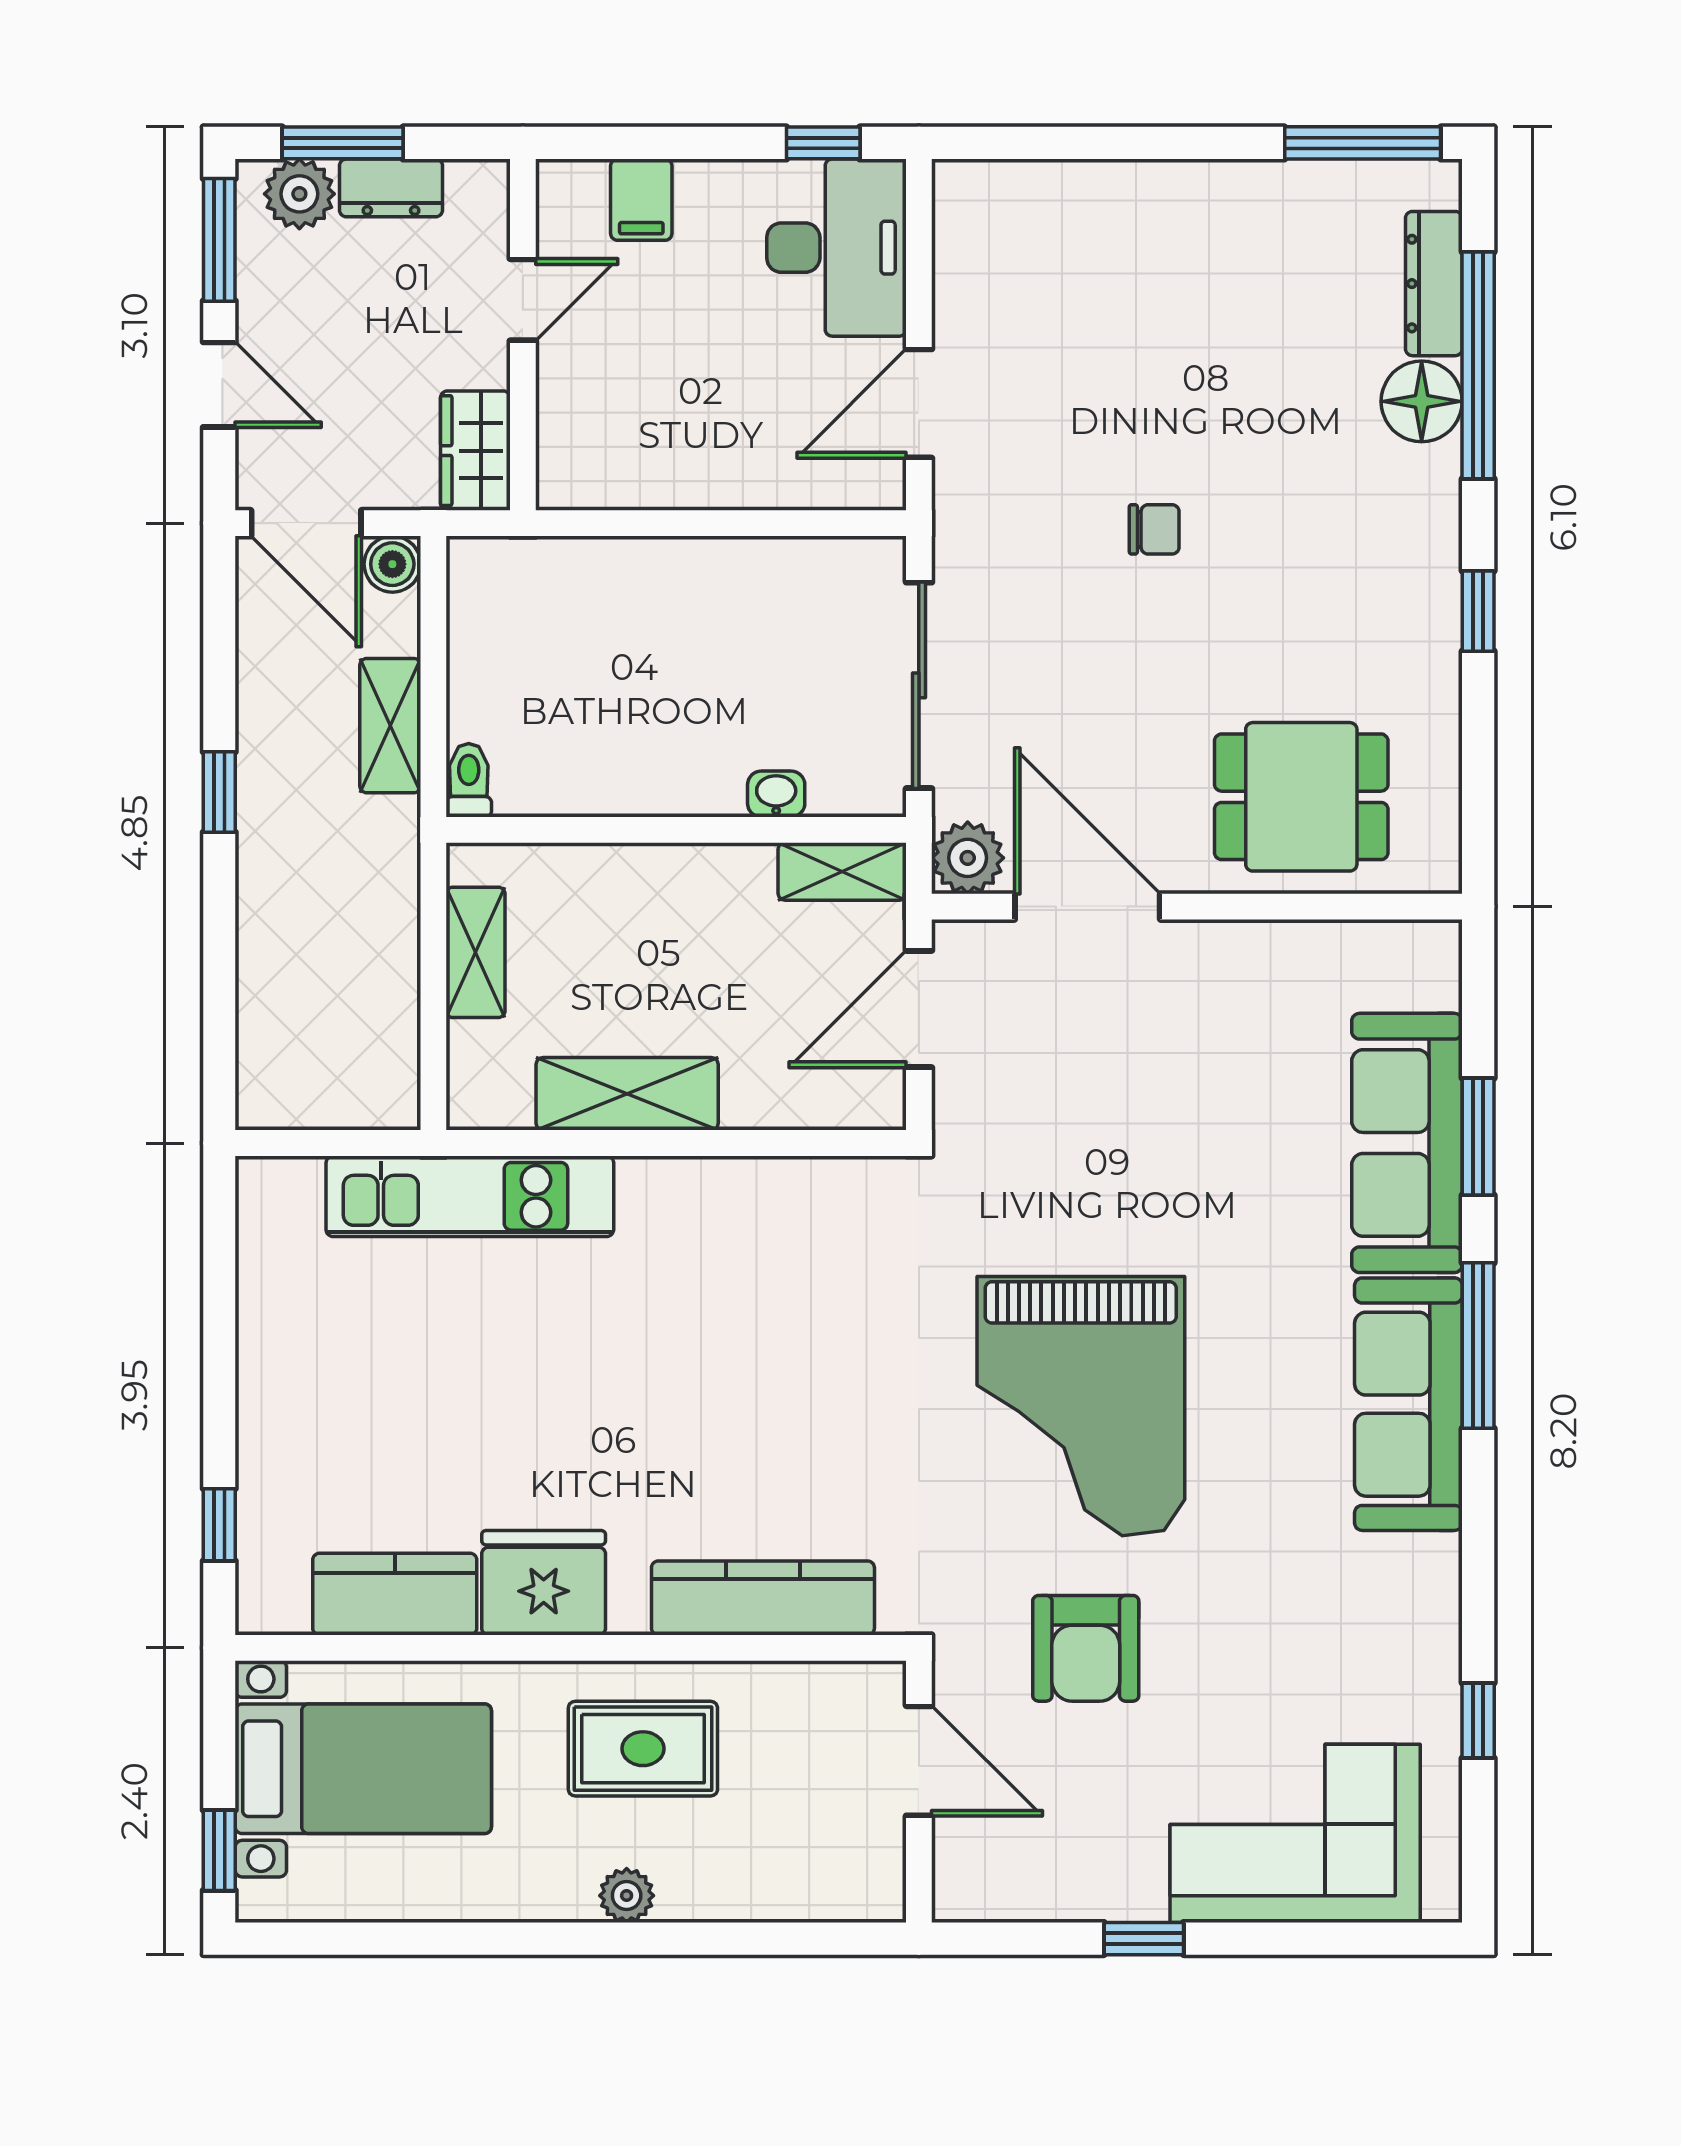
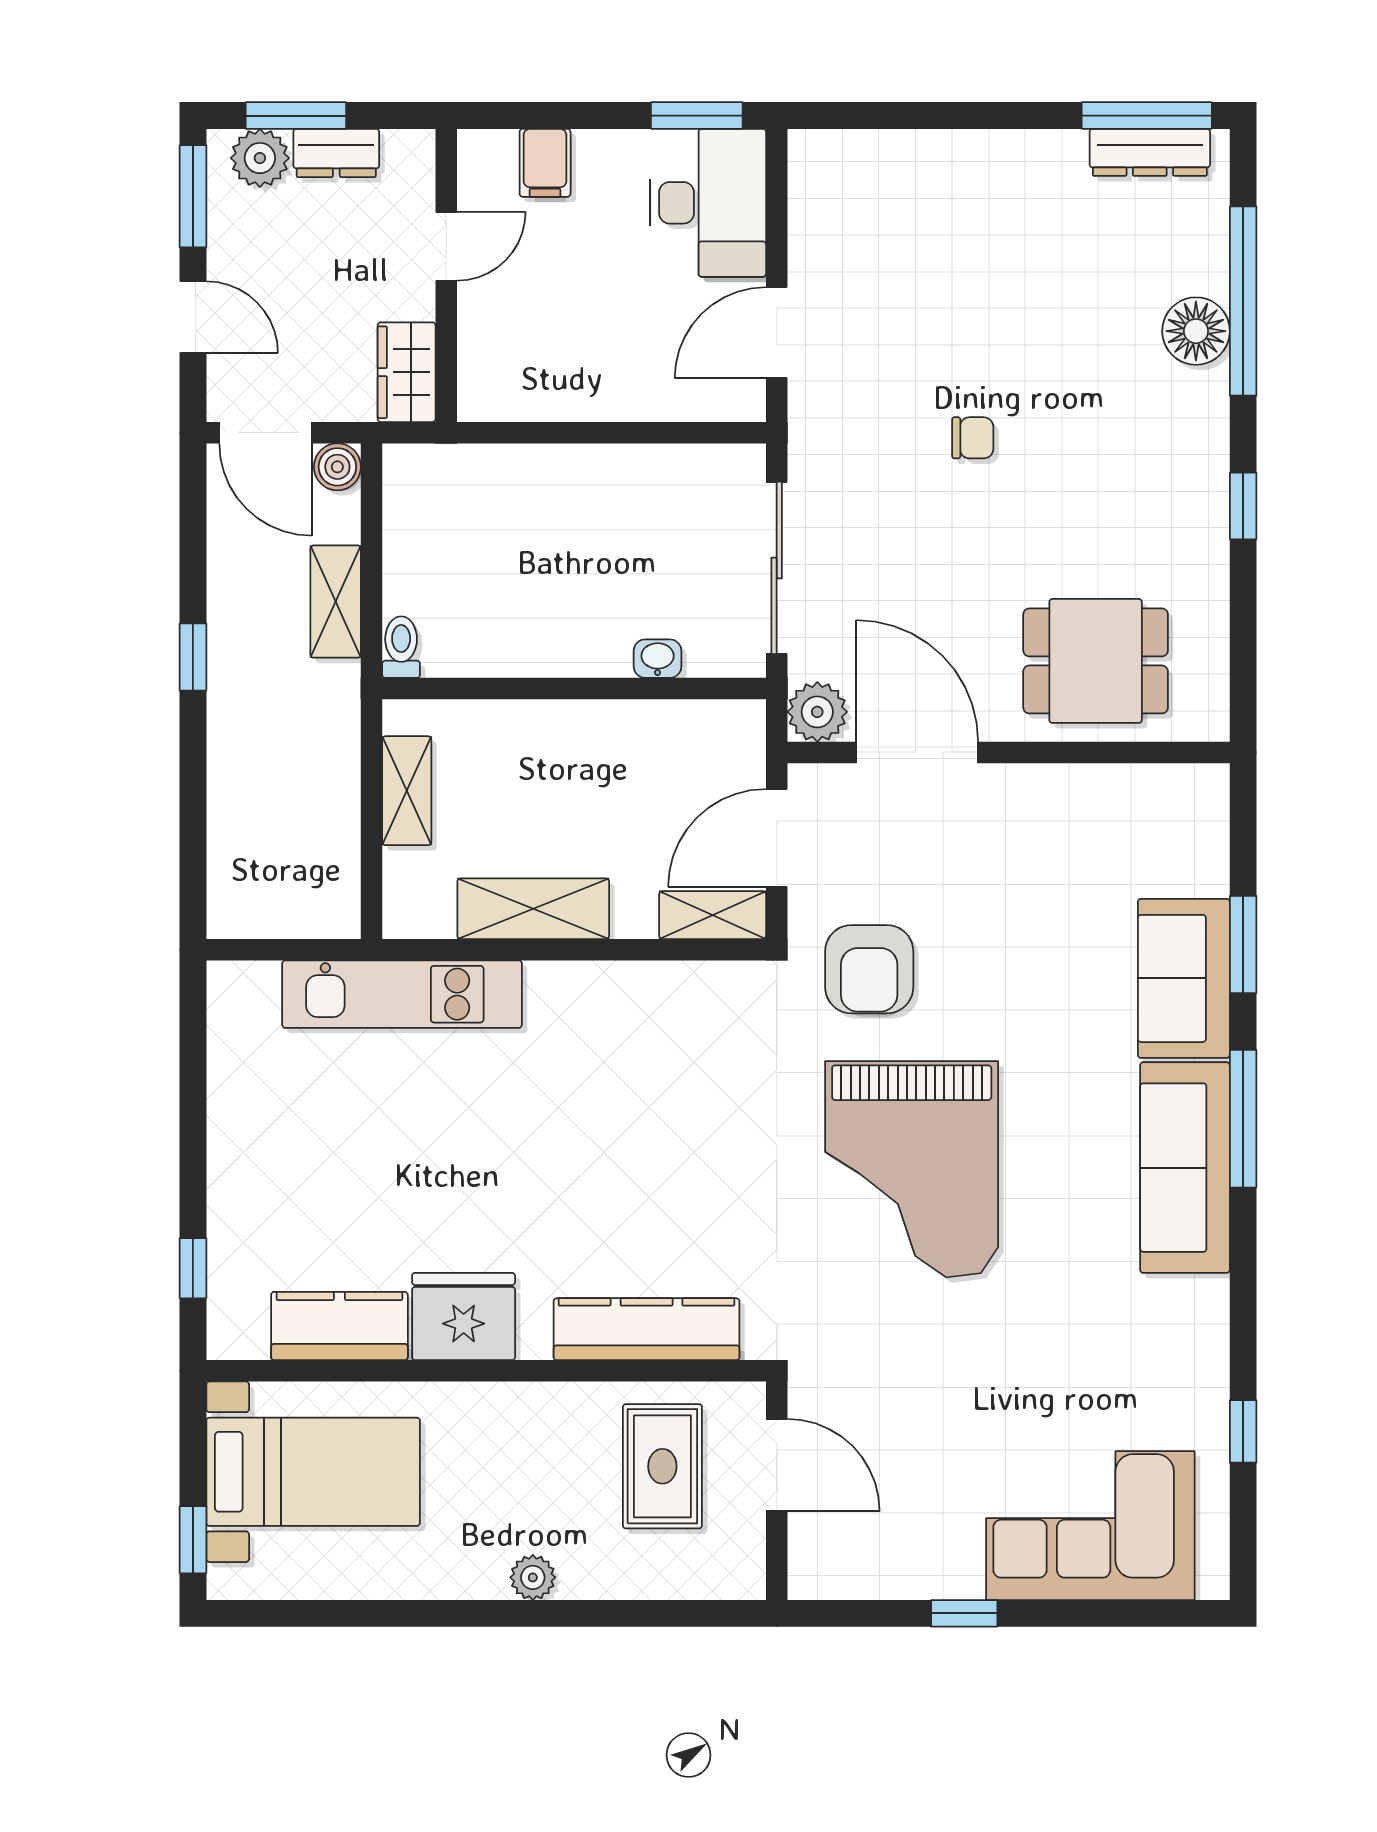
window: (823, 143) -> (697, 116), width x1.50
dresser: (1434, 284) -> (1150, 152), moved, turned -90
shelving: (842, 871) -> (713, 915), moved
sofa: (1407, 1143) -> (1184, 978), width x0.73
armchair: (1086, 1648) -> (869, 969), moved
rug: (643, 1749) -> (662, 1466), moved, turned 90

